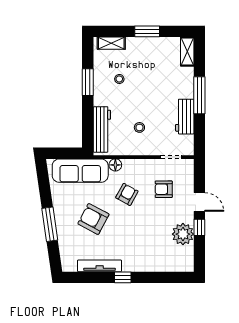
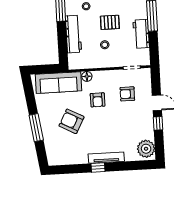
pallet: (147, 100) -> (110, 22), added
workbench: (102, 129) -> (73, 34), moved
armchair: (127, 194) -> (98, 100), turned 151
plant: (183, 234) -> (146, 149), moved
tv unit: (100, 266) -> (106, 158), moved

